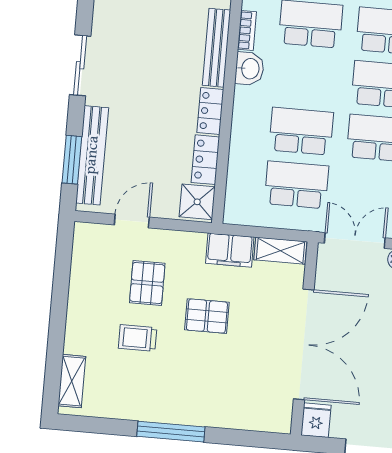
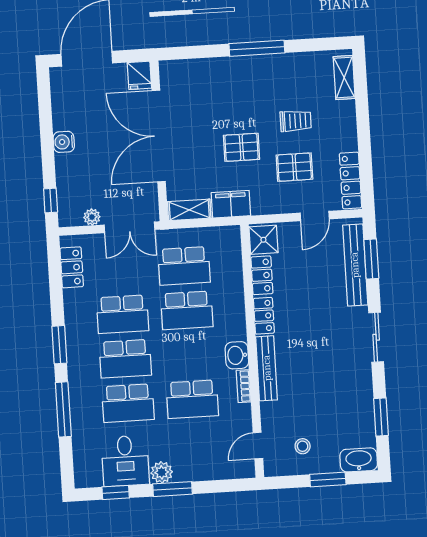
locker: (83, 257) -> (351, 180), added
pallet: (147, 283) -> (294, 167), turned 90

